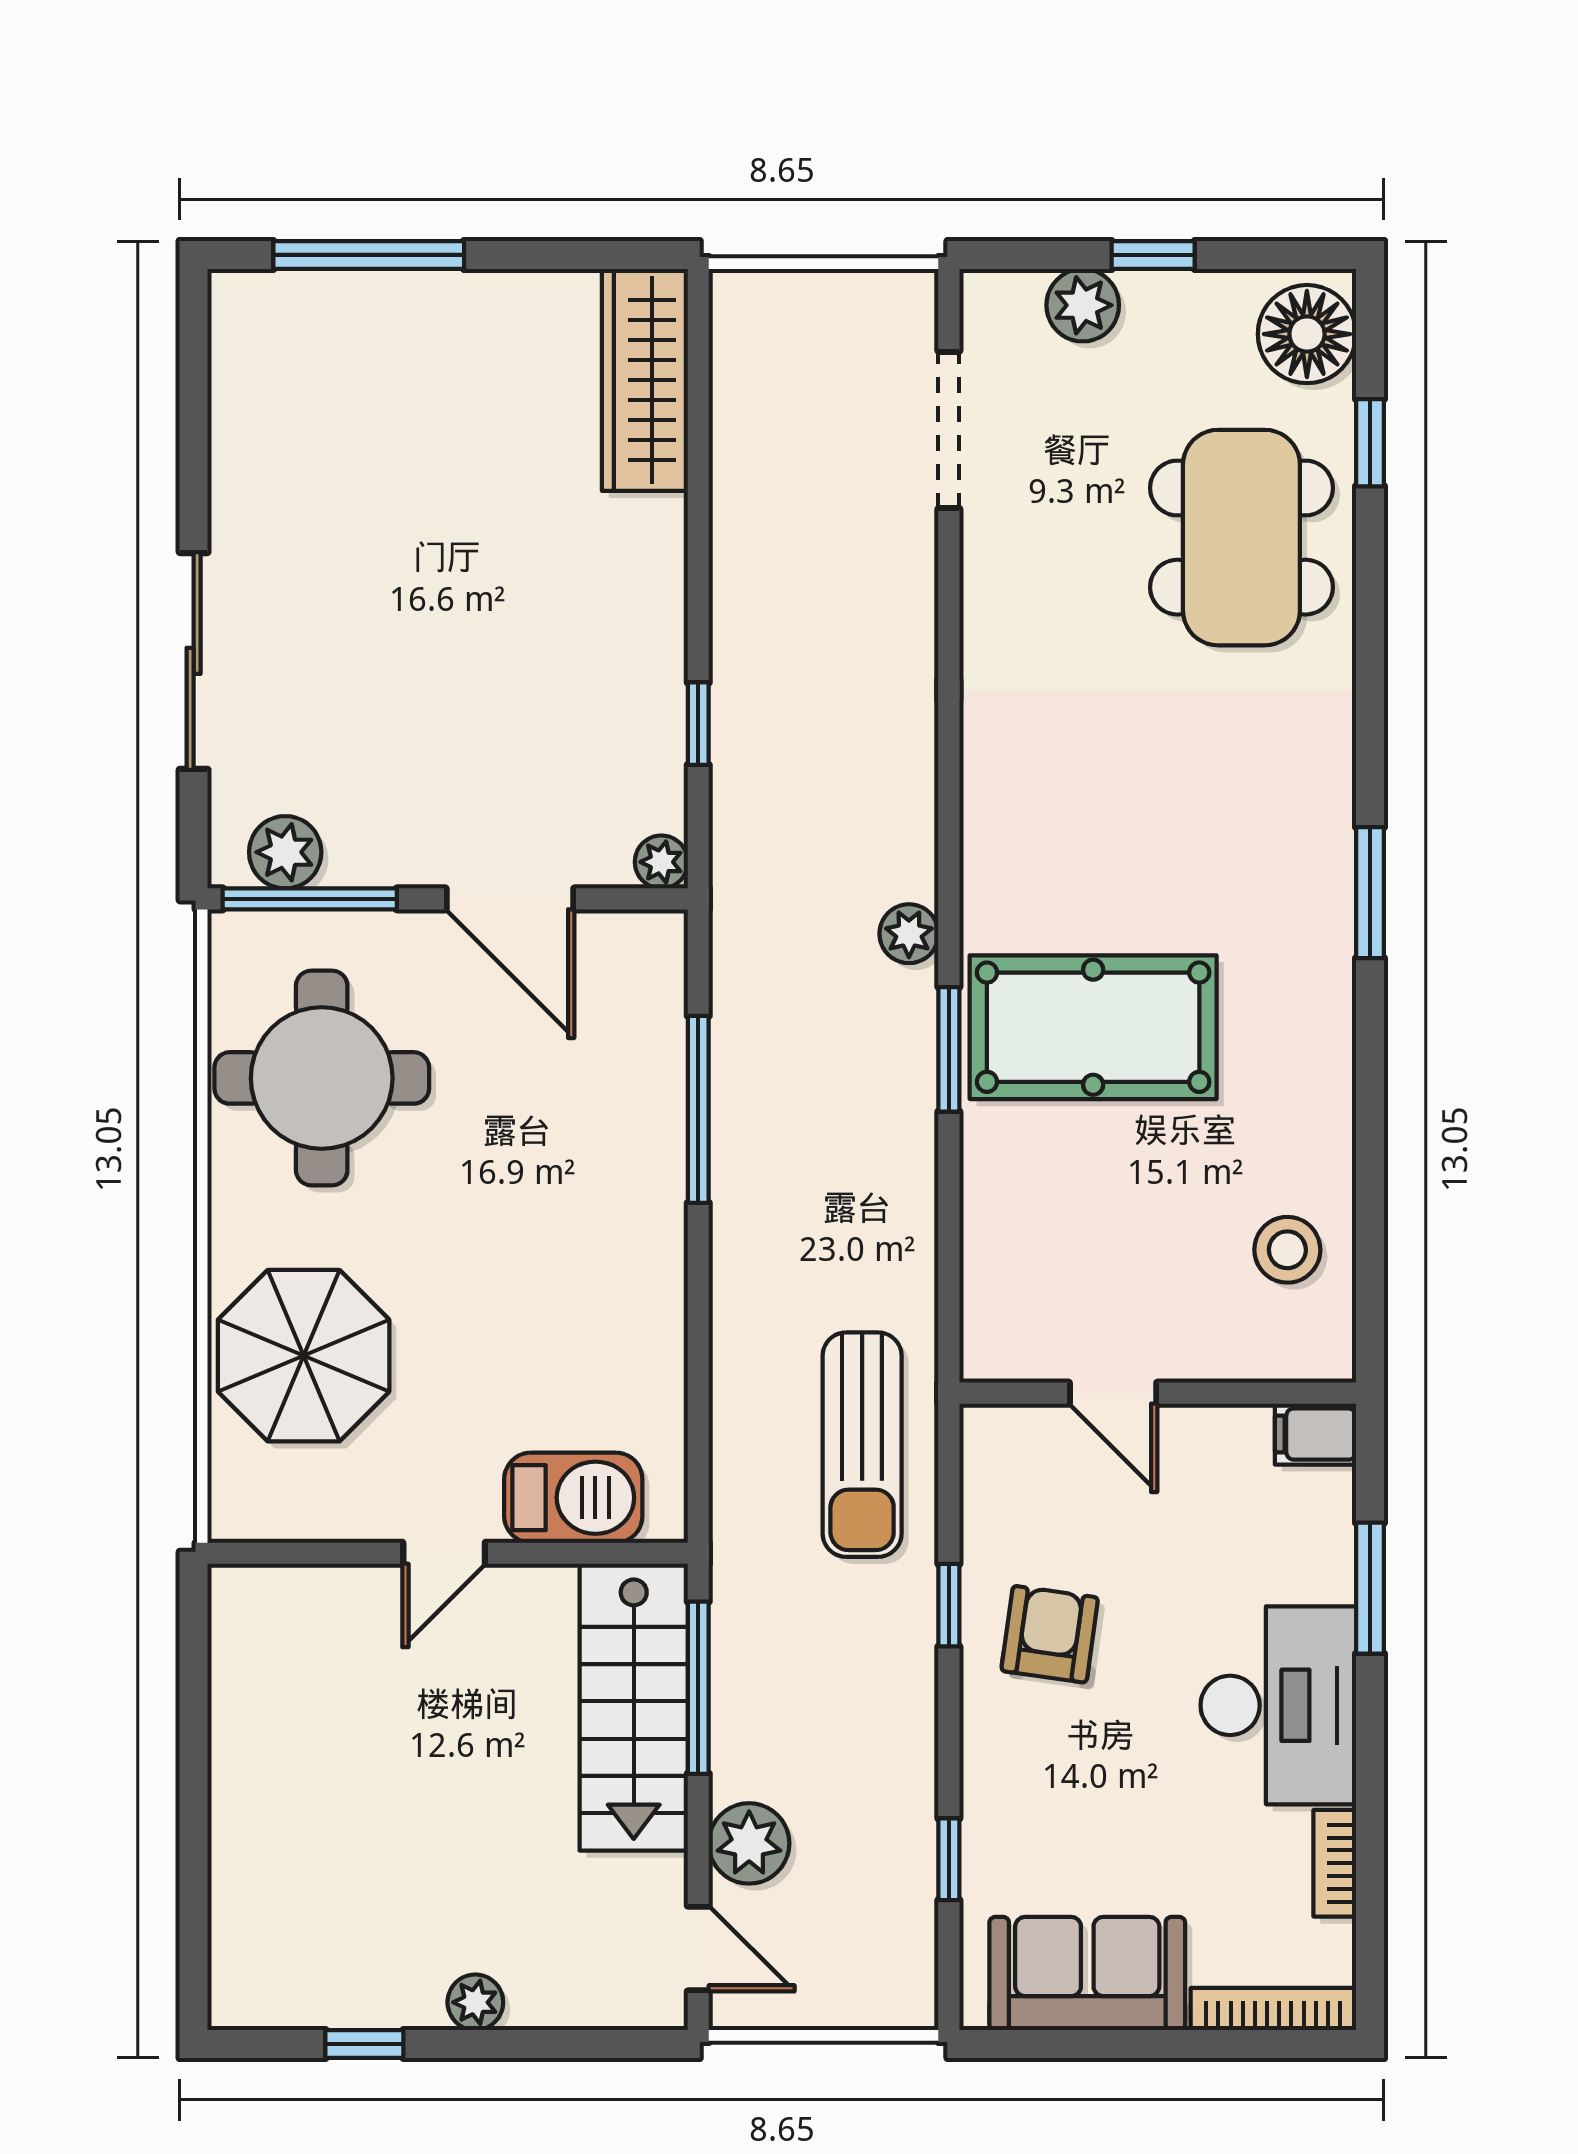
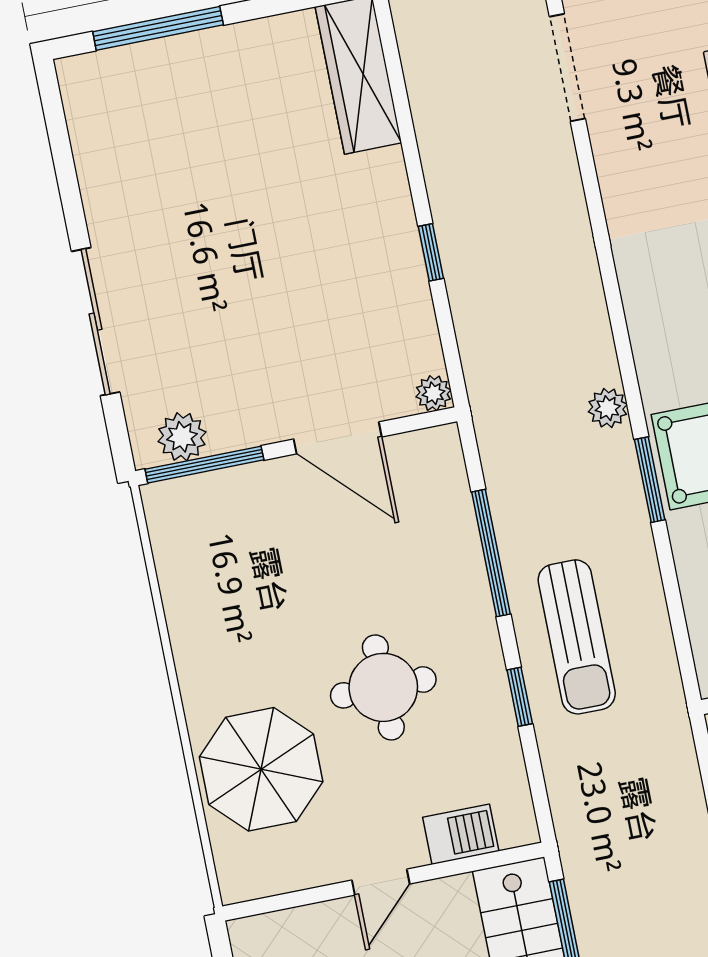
window: (698, 724) -> (431, 252), moved
round table: (322, 1078) -> (383, 687), moved, width x0.73, depth x0.73
window: (698, 1326) -> (520, 697), added
sun lounger: (862, 1445) -> (577, 637), moved
barbecue: (573, 1498) -> (461, 834), width x0.73, depth x0.79

